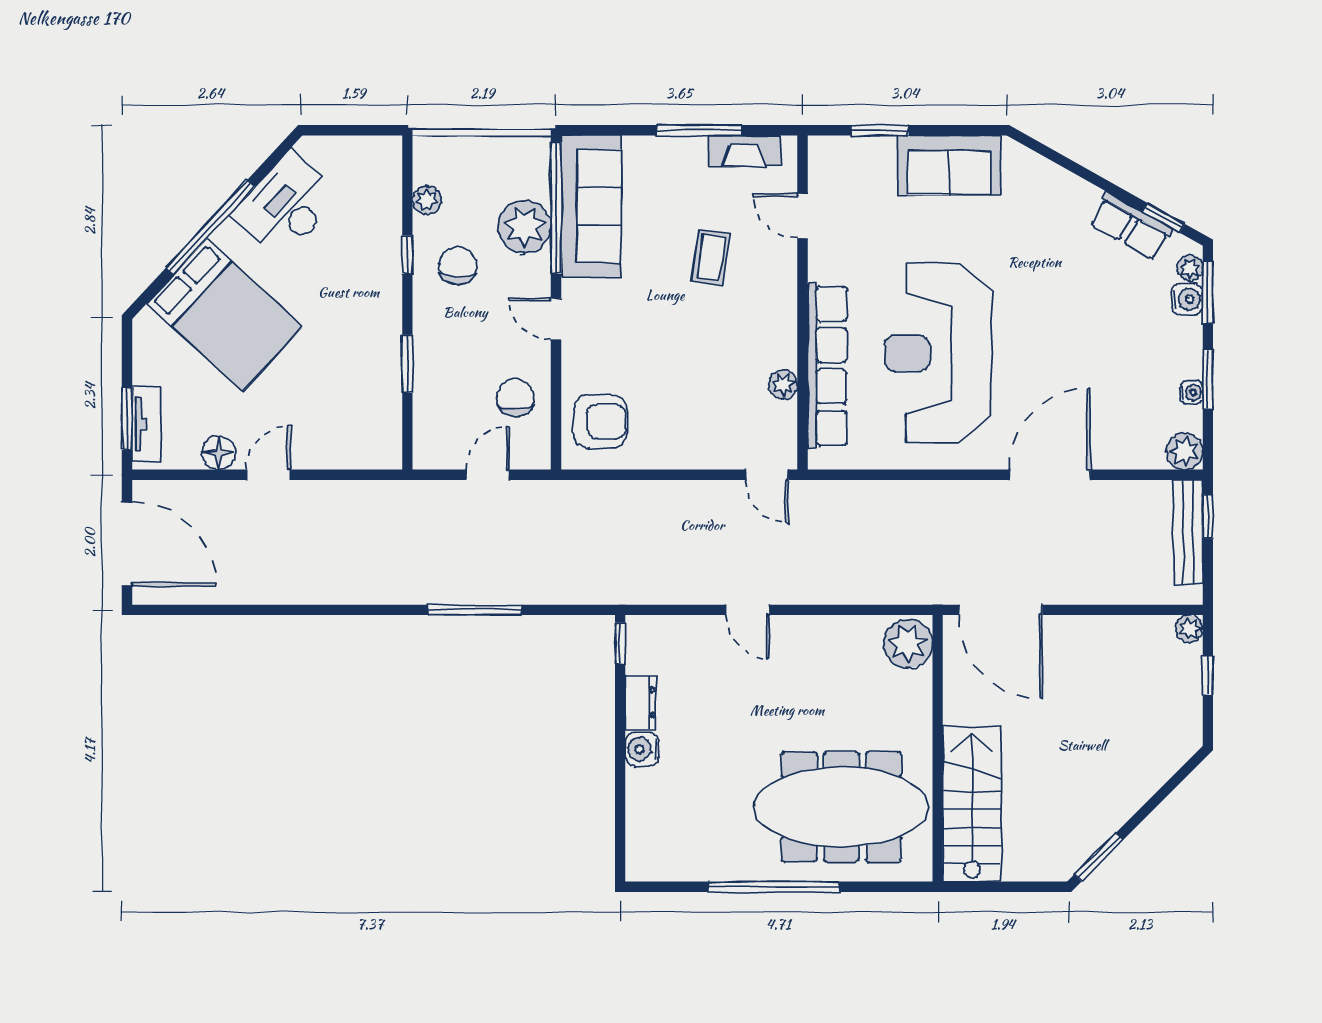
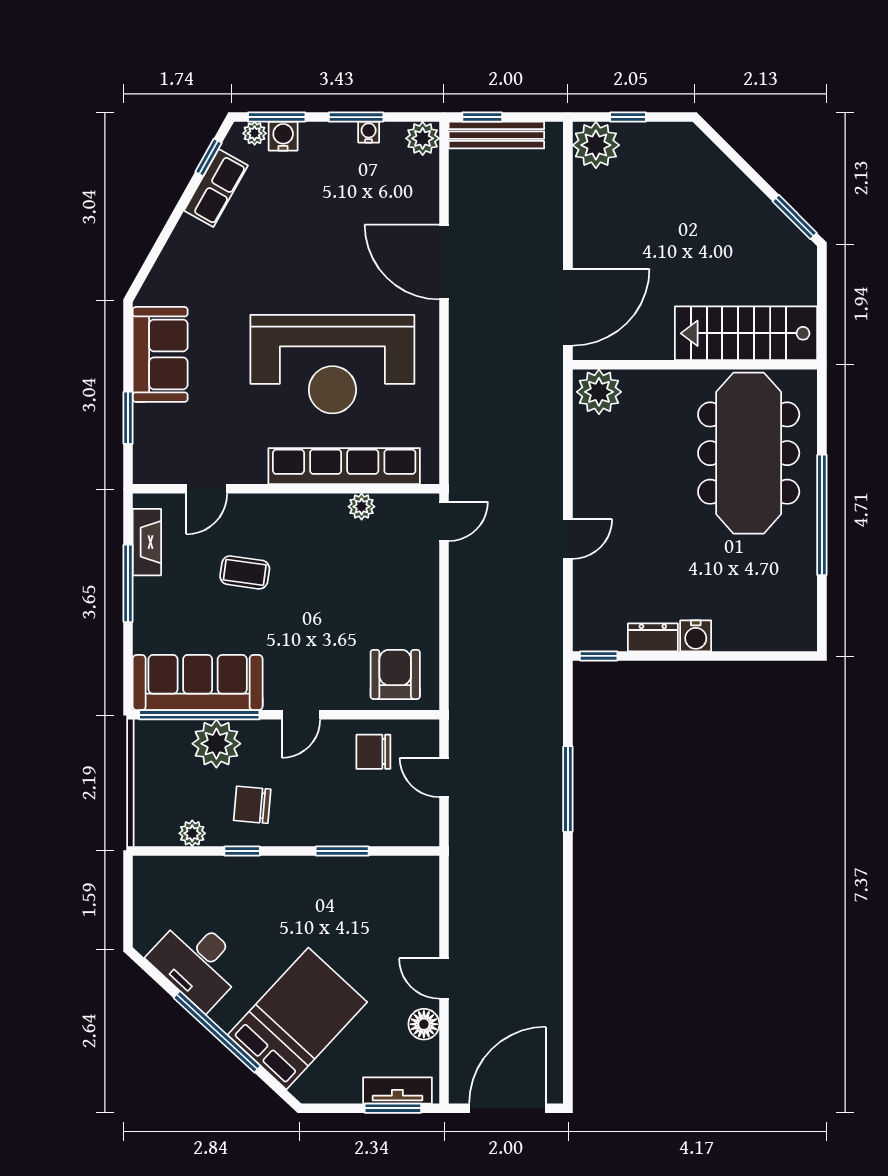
plant: (1189, 628) -> (596, 145), width x1.88, depth x1.88

